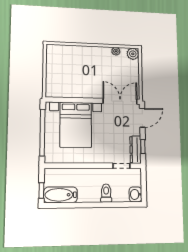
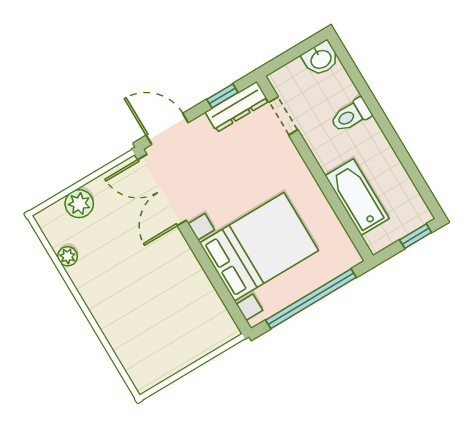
plant: (133, 54) -> (79, 204), moved
bathtub: (61, 195) -> (357, 197), moved, turned 180

